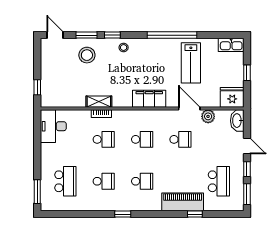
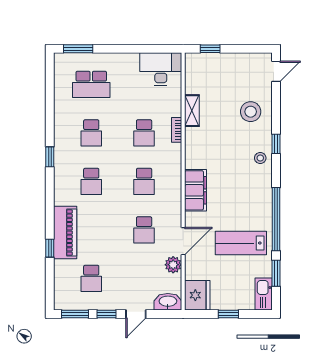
window: (86, 35) -> (276, 273), moved
shelving: (99, 102) -> (192, 111), moved
school desk: (219, 181) -> (91, 278), width x0.54

